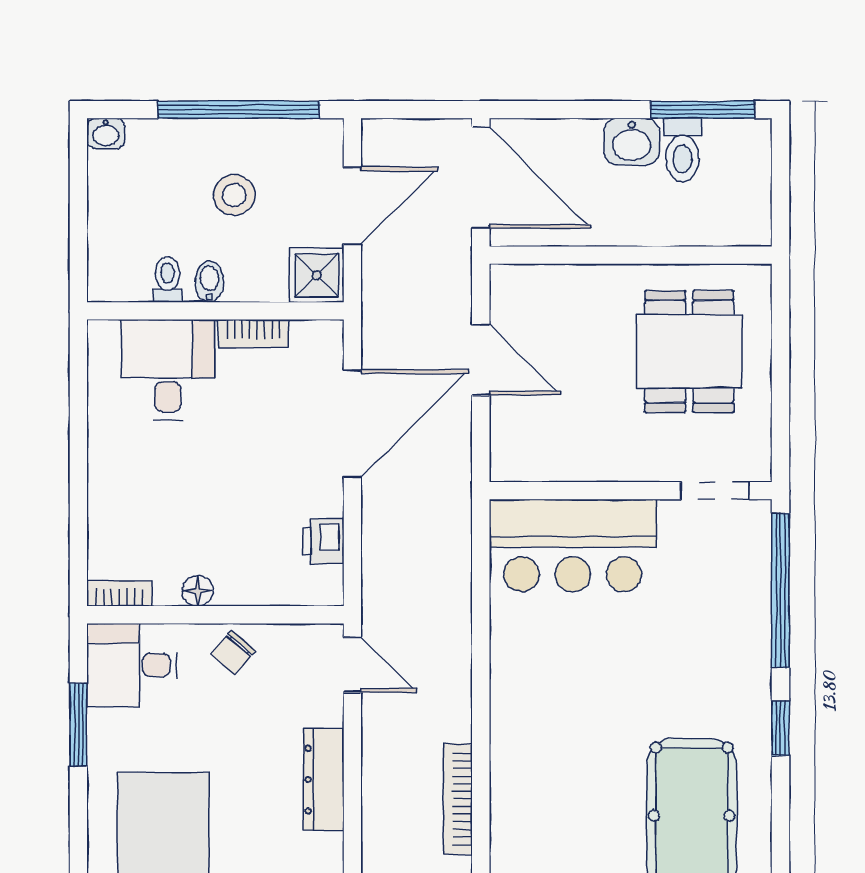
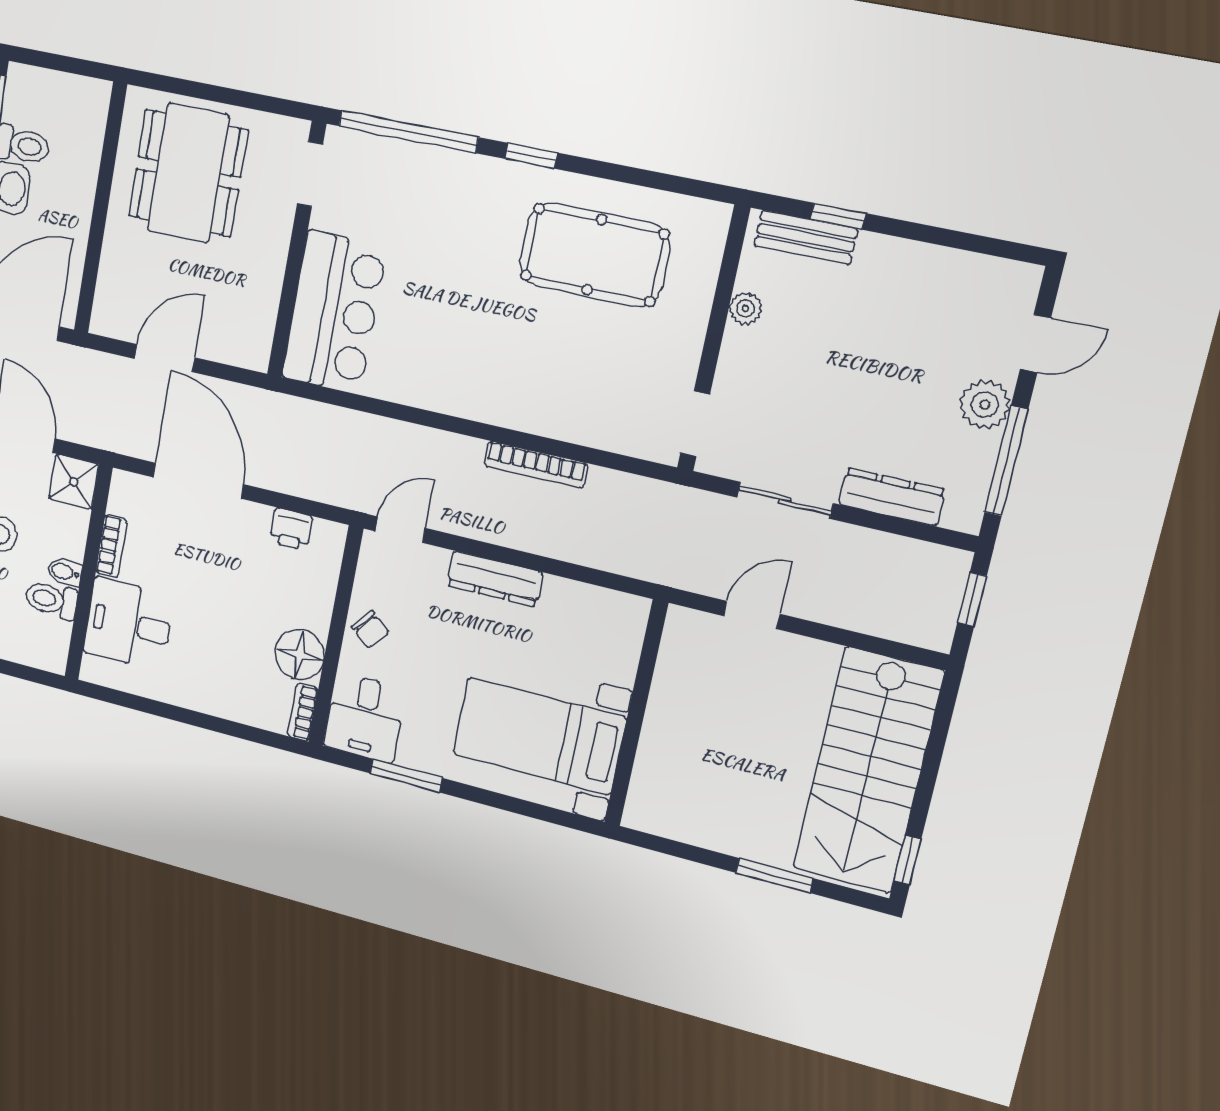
toilet: (167, 279) -> (51, 600), width x1.37, depth x1.39
dining table: (689, 351) -> (188, 173), width x1.38
floor lamp: (198, 591) -> (299, 655), width x1.89, depth x1.89

